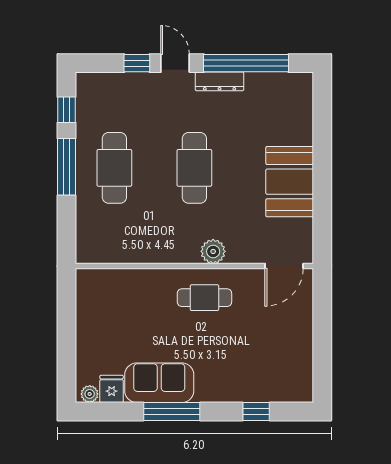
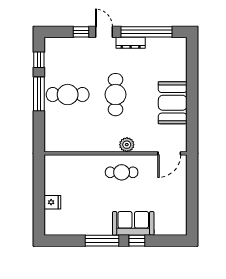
cafe table: (114, 168) -> (68, 95), turned 90
sofa: (159, 383) -> (133, 223), moved
fridge: (112, 389) -> (52, 202), moved, turned 90
plant: (90, 394) -> (53, 230), removed
window: (256, 411) -> (137, 241), moved

